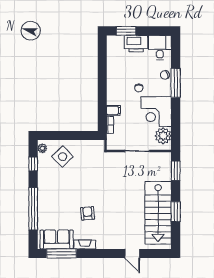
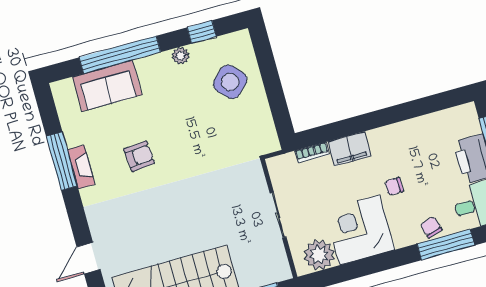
window: (176, 83) -> (446, 245), moved
filing cabinet: (113, 110) -> (350, 149), width x2.00
plant: (42, 148) -> (181, 56), moved
sofa: (57, 239) -> (107, 86), moved, turned 90
window: (61, 253) -> (62, 161), moved

